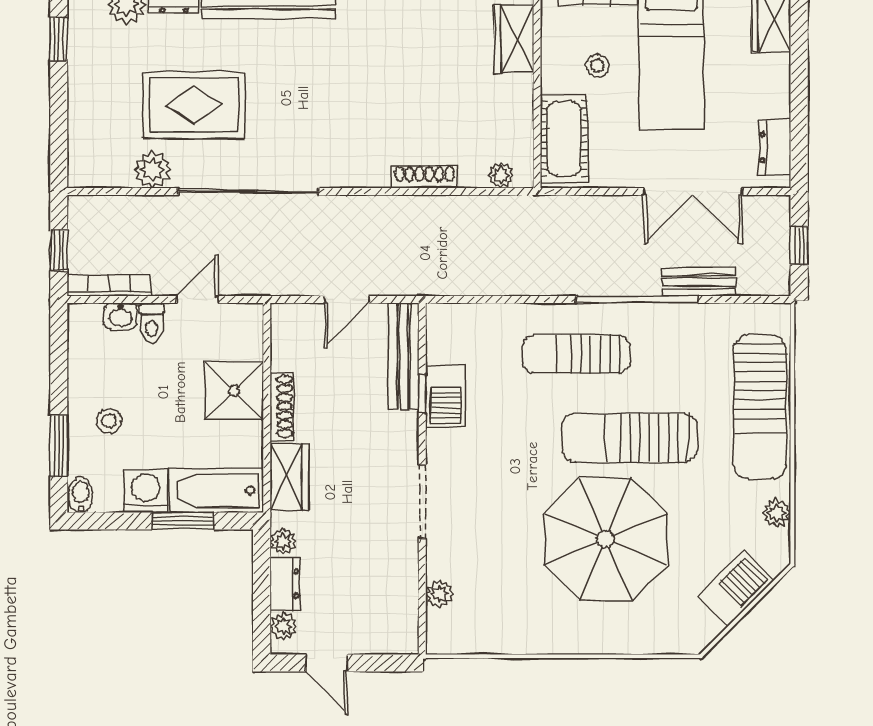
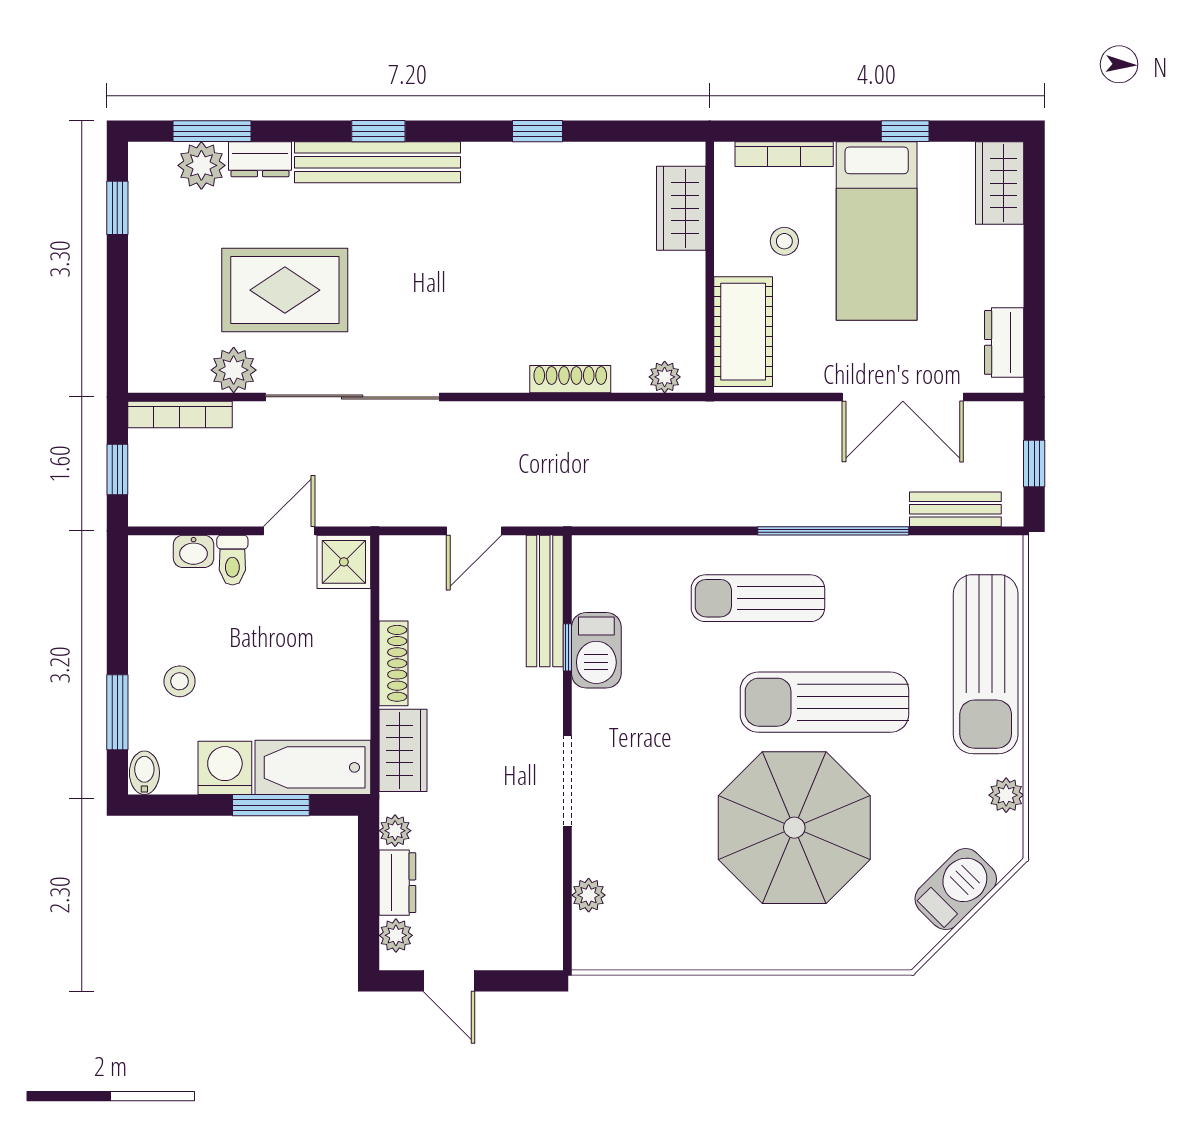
bench: (699, 282) -> (955, 509), moved
bookcase: (109, 285) -> (180, 414), moved, turned 180
shower: (234, 391) -> (344, 562), moved, width x0.73, depth x0.73

